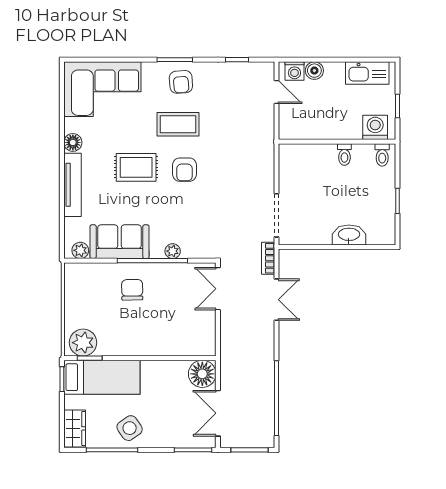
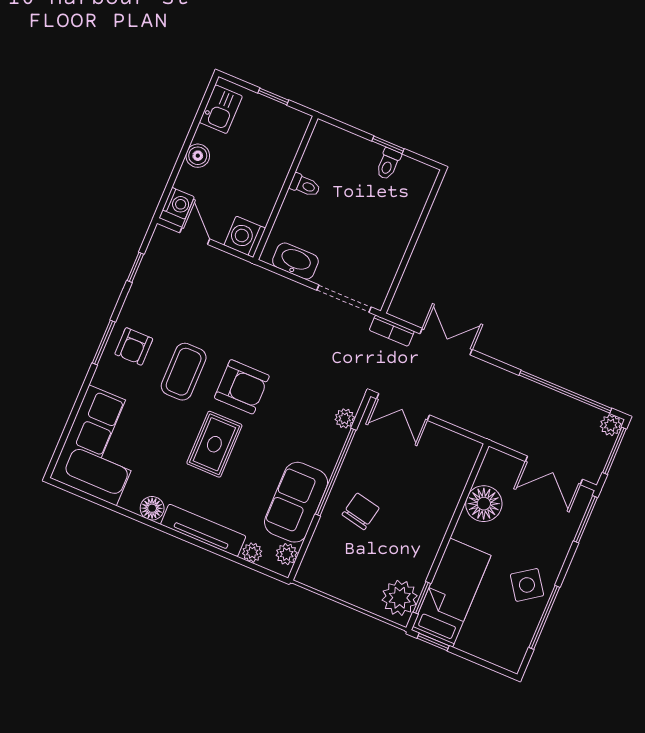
boiler: (314, 71) -> (198, 156), moved
kitchen sink: (367, 73) -> (221, 109), width x0.73
armchair: (181, 82) -> (134, 346), turned 94
door: (276, 92) -> (195, 236), hinge flipped
washing machine: (375, 127) -> (245, 237), moved
toilet: (382, 155) -> (388, 164), moved, turned 90
armchair: (184, 170) -> (242, 387), width x1.38, depth x1.38
plant: (71, 226) -> (252, 552), added
washbasin: (349, 235) -> (295, 261), moved, turned 90
plant: (173, 251) -> (345, 418), moved
chair: (132, 290) -> (361, 511), turned 103
floor lamp: (202, 374) -> (484, 504), moved
wardrobe: (75, 428) -> (499, 652), removed
plant: (266, 440) -> (611, 425), added

